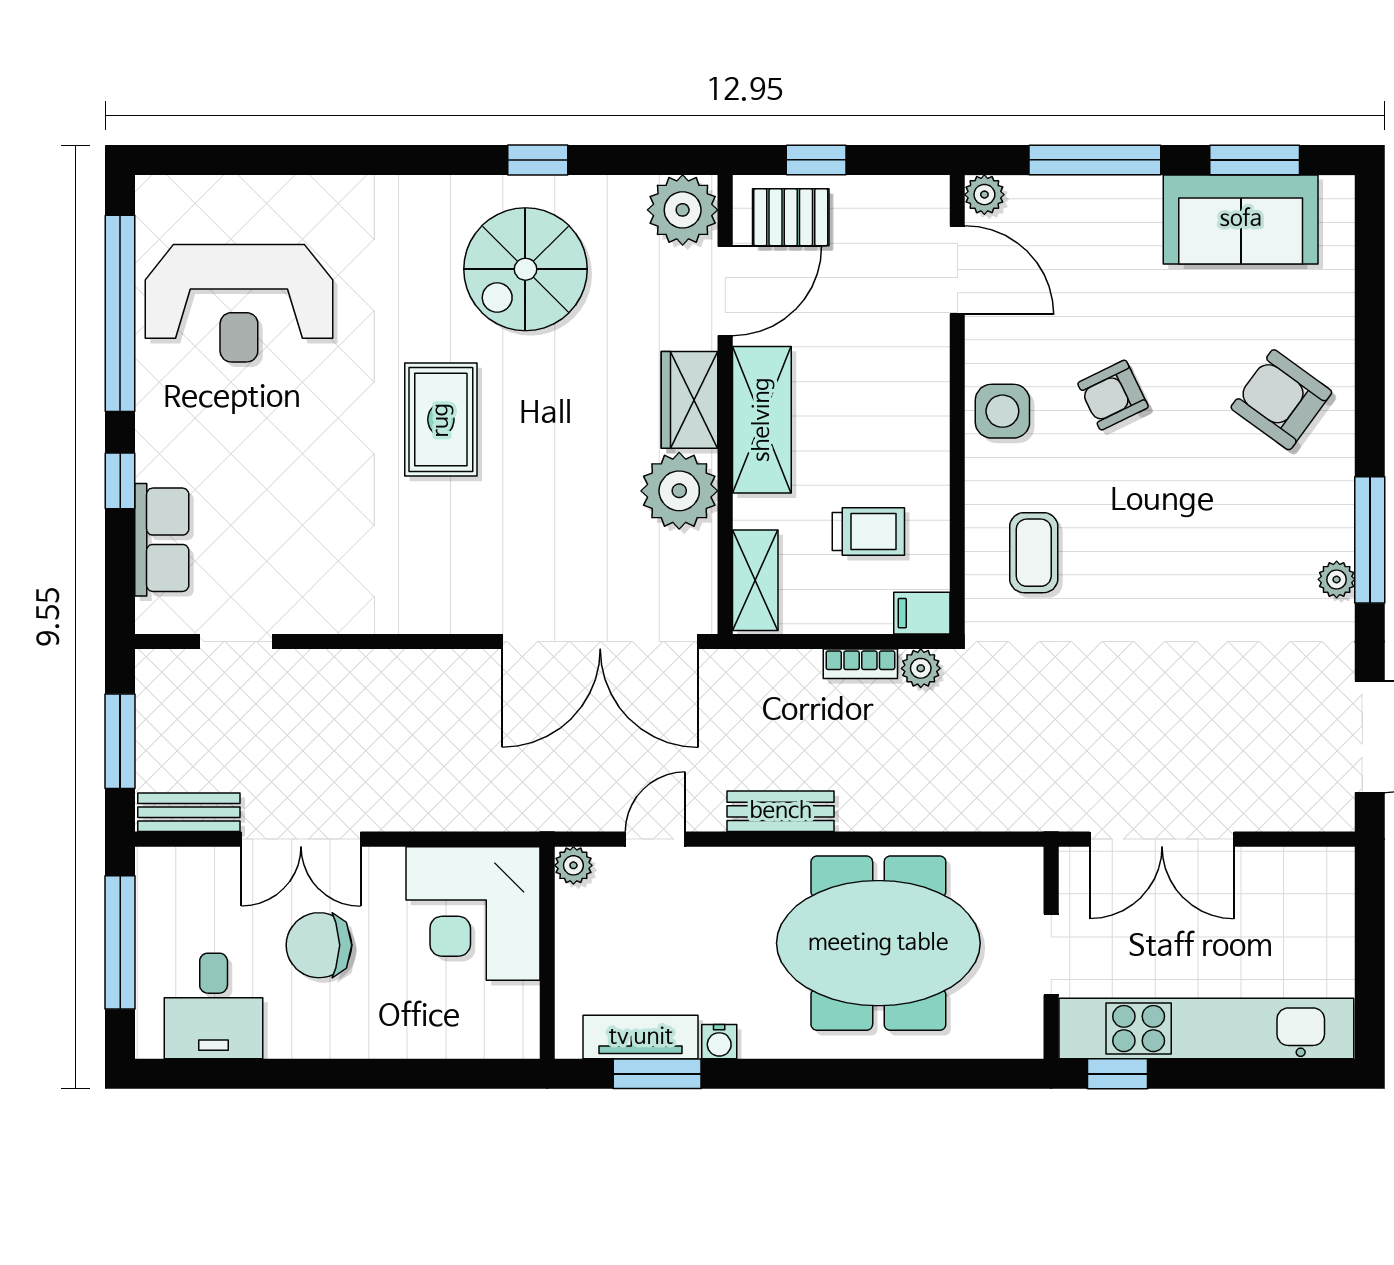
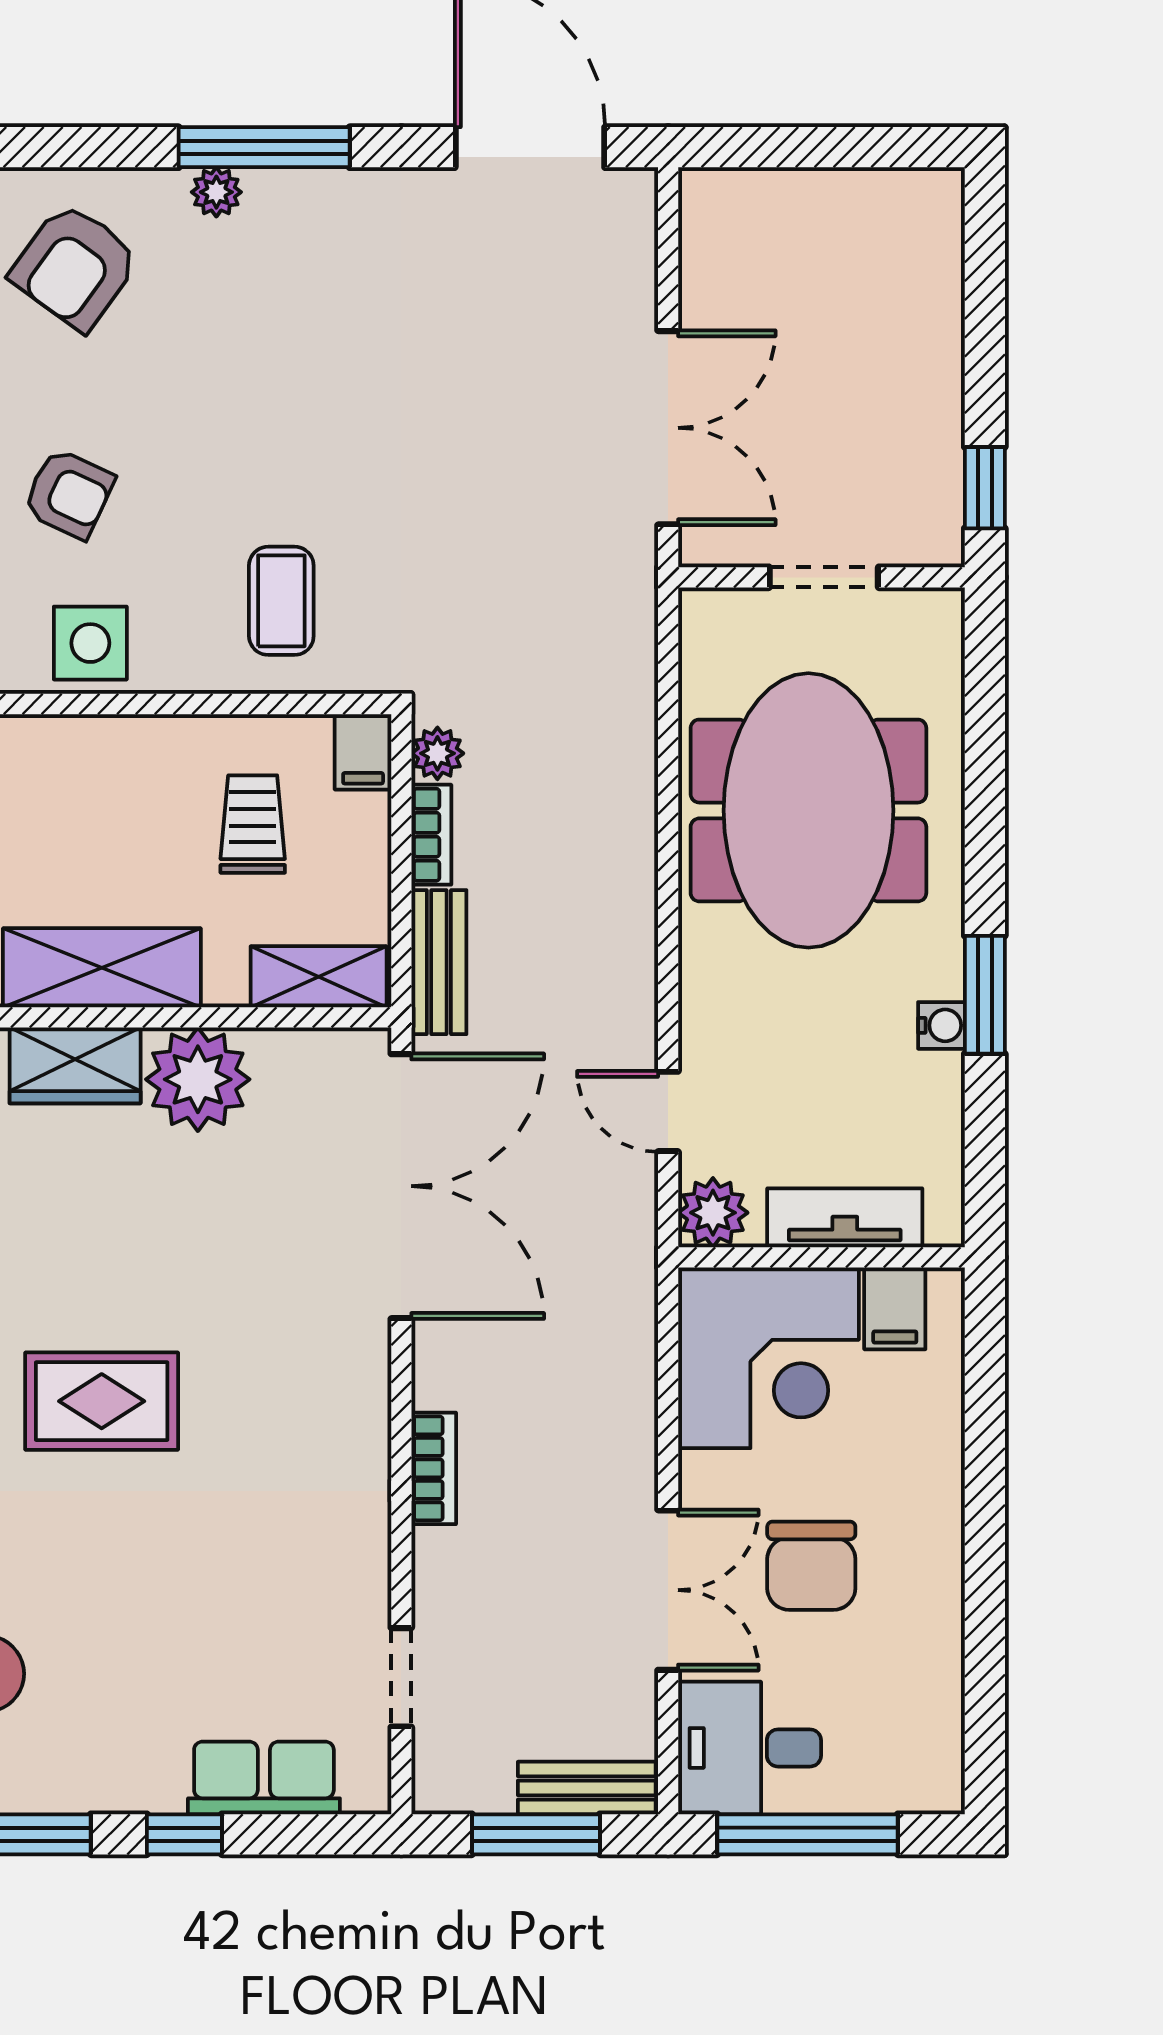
armchair: (1113, 395) -> (69, 494), turned -39
coffee table: (1034, 553) -> (281, 601), turned 90
plant: (1337, 579) -> (216, 192), moved
bookcase: (391, 666) -> (434, 1468), added
bench: (781, 811) -> (439, 962), moved
bench: (189, 812) -> (587, 1788), moved, turned 90
plant: (573, 865) -> (713, 1213), width x1.38, depth x1.38
desk: (214, 1006) -> (750, 1748), moved, turned 180
filing cabinet: (510, 1007) -> (895, 1308), added
kitchen unit: (1206, 1029) -> (924, 368), removed
tv unit: (641, 1037) -> (845, 1218), moved, turned 90
window: (657, 1074) -> (985, 995), moved

